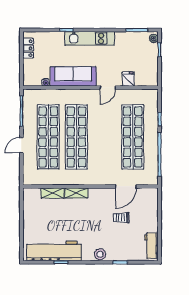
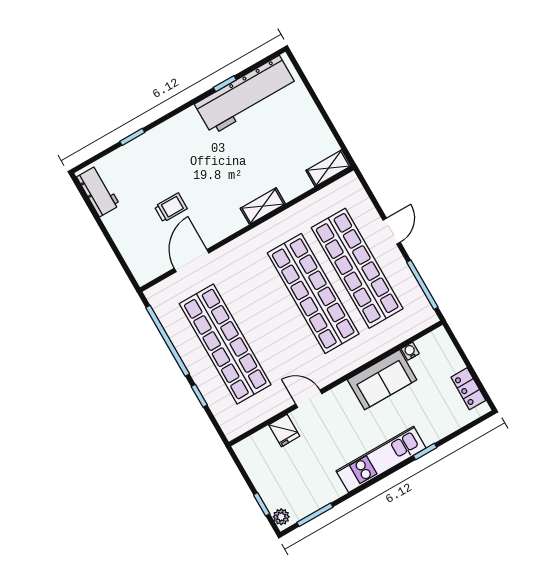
sofa: (73, 76) -> (382, 380), width x0.73
door: (108, 87) -> (309, 399), hinge flipped
shelving: (53, 193) -> (328, 168), moved
stool: (100, 254) -> (171, 131), removed

